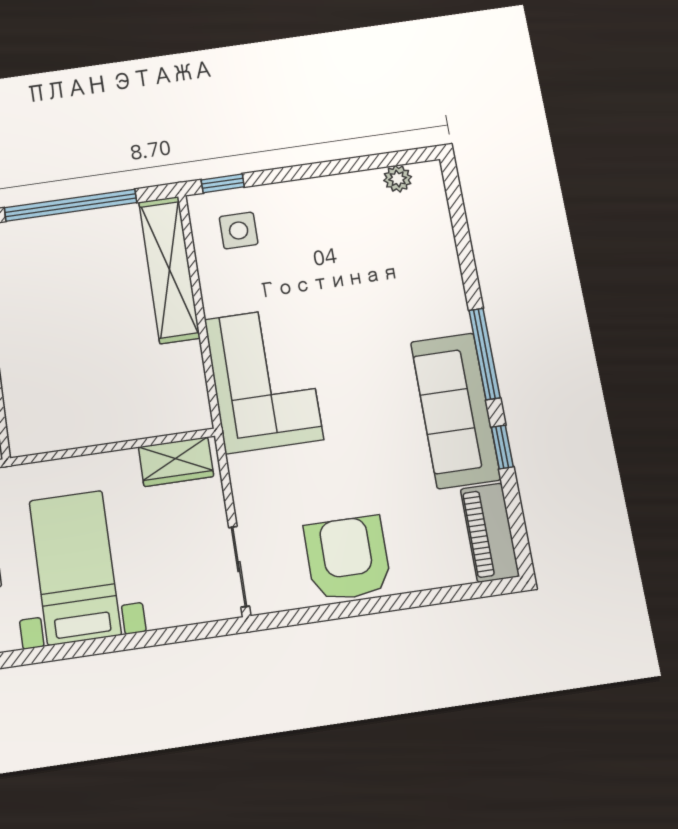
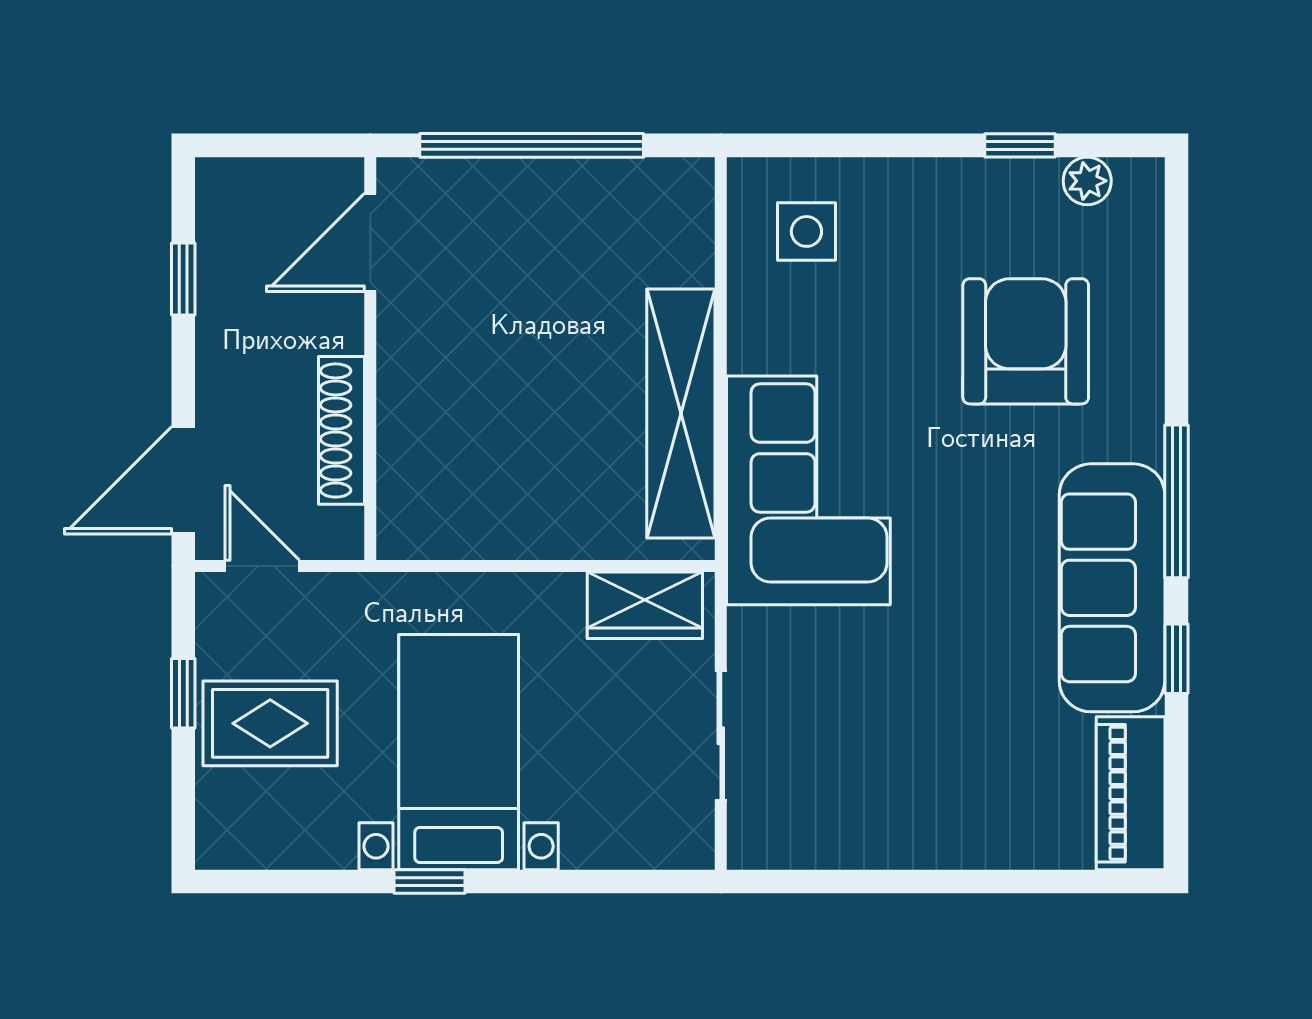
window: (223, 183) -> (1020, 145), moved
shelving: (169, 270) -> (681, 413), moved
armchair: (348, 558) -> (1026, 341), moved
sliding door: (239, 567) -> (721, 736), moved
window: (68, 651) -> (430, 881), added

